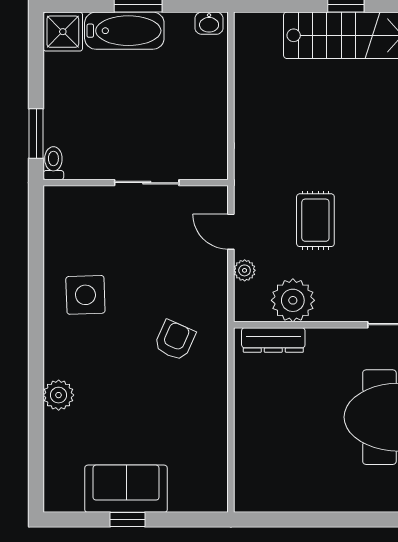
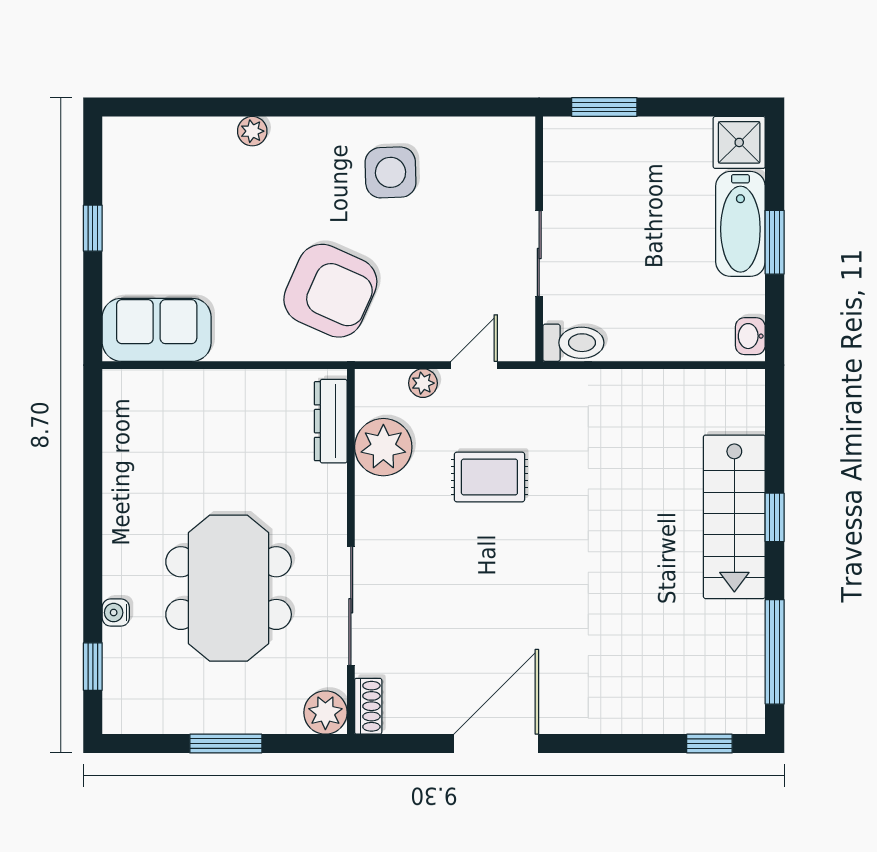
toilet: (53, 163) -> (573, 343), moved, width x1.37, depth x1.39
armchair: (175, 340) -> (330, 291), width x1.88, depth x1.88
plant: (59, 395) -> (252, 131), width x0.73, depth x0.73
sofa: (126, 489) -> (157, 330), moved, turned -90

